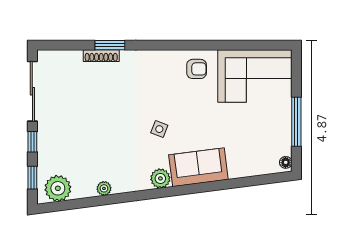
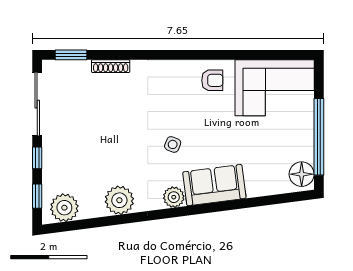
window: (110, 45) -> (71, 55), moved
window: (296, 122) -> (319, 137), width x1.46
floor lamp: (286, 162) -> (302, 174), width x1.89, depth x1.89
plant: (104, 188) -> (119, 200), width x1.88, depth x1.88

